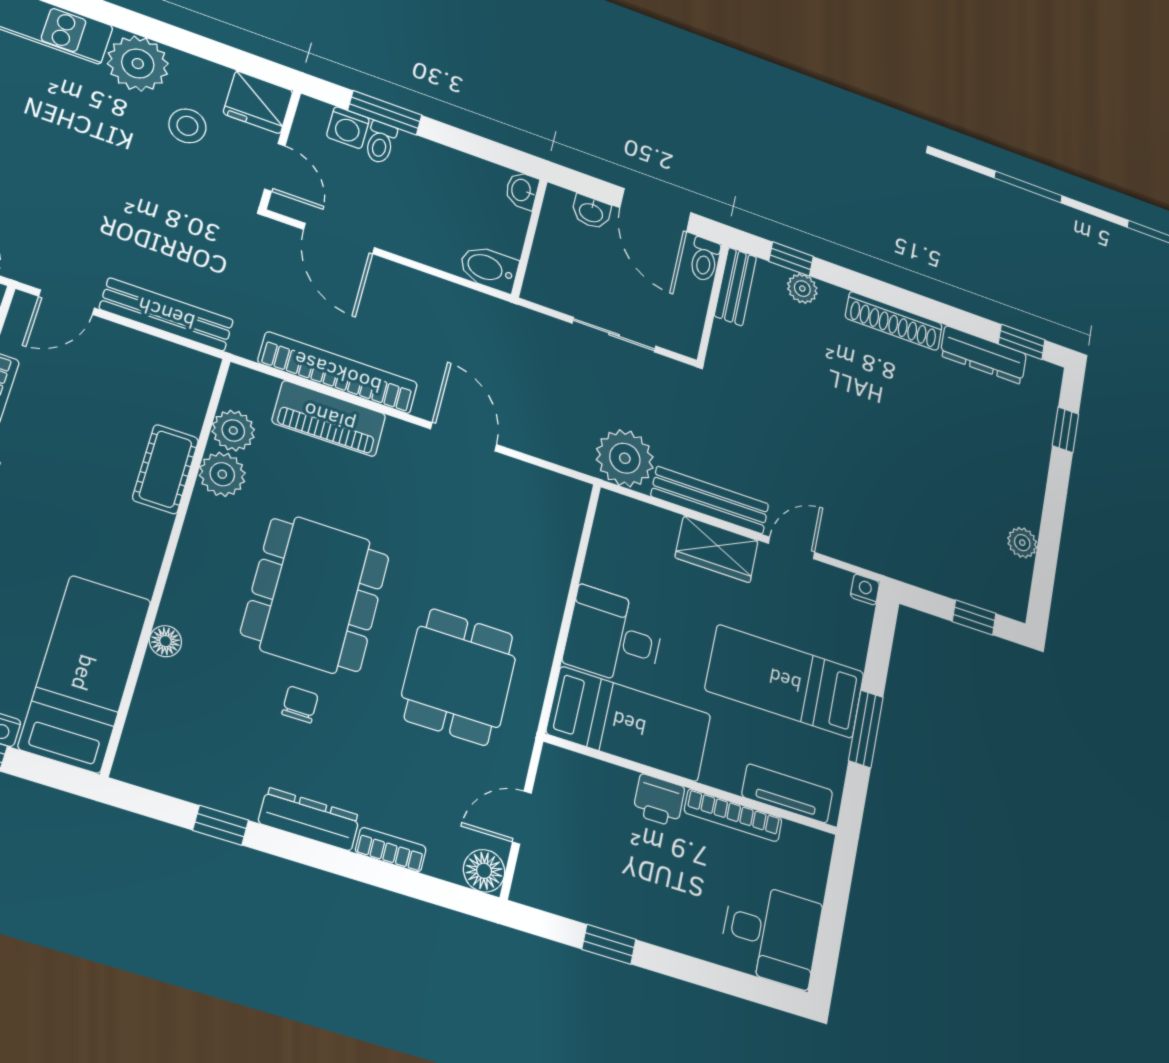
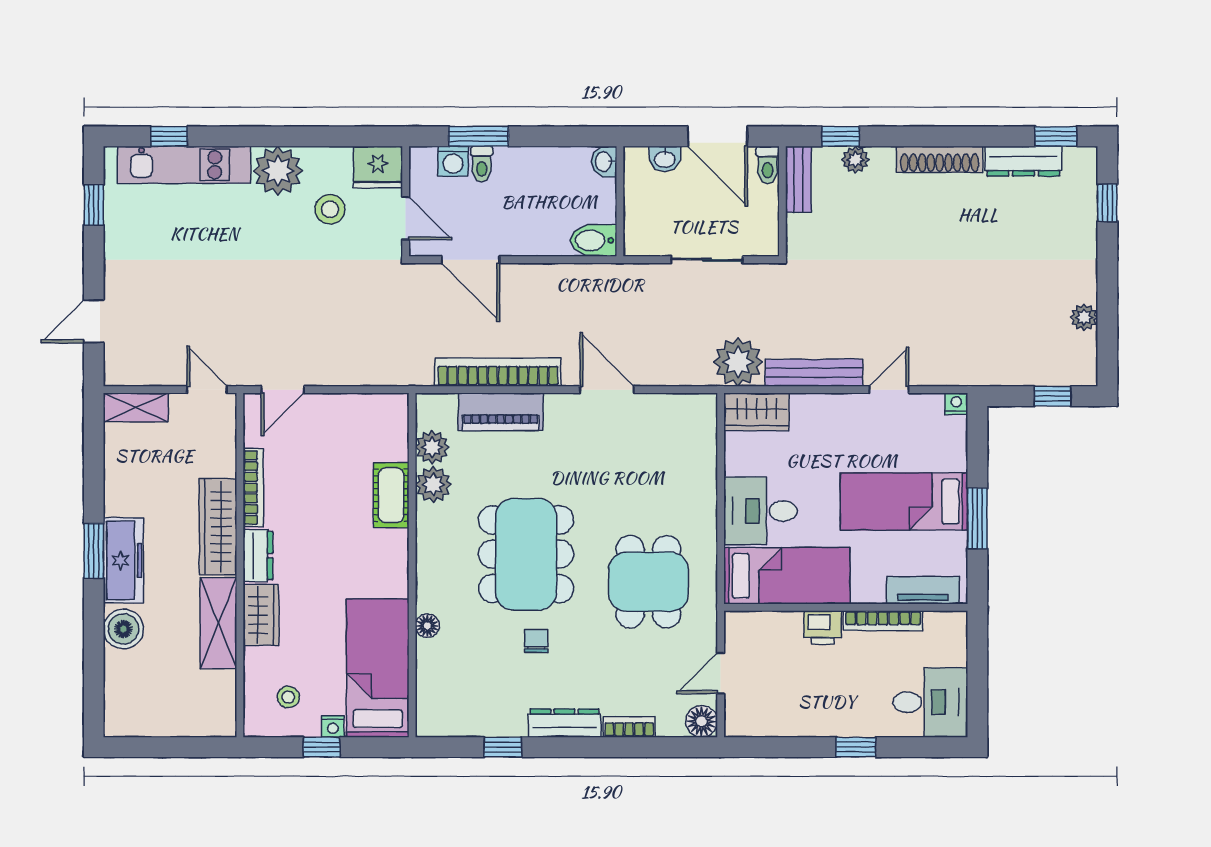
bench: (166, 314) -> (358, 372), removed
wardrobe: (717, 549) -> (756, 412), moved
window: (609, 944) -> (856, 747), moved

